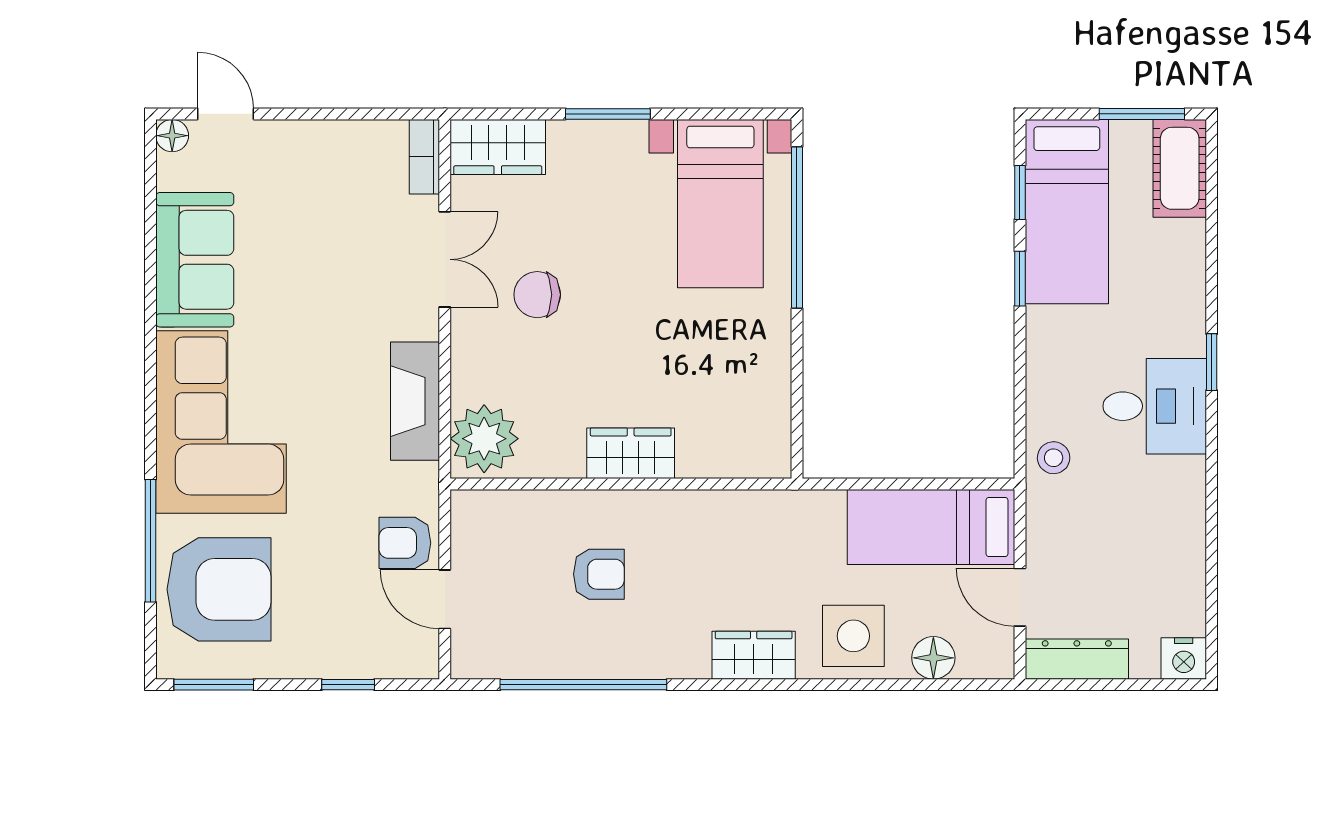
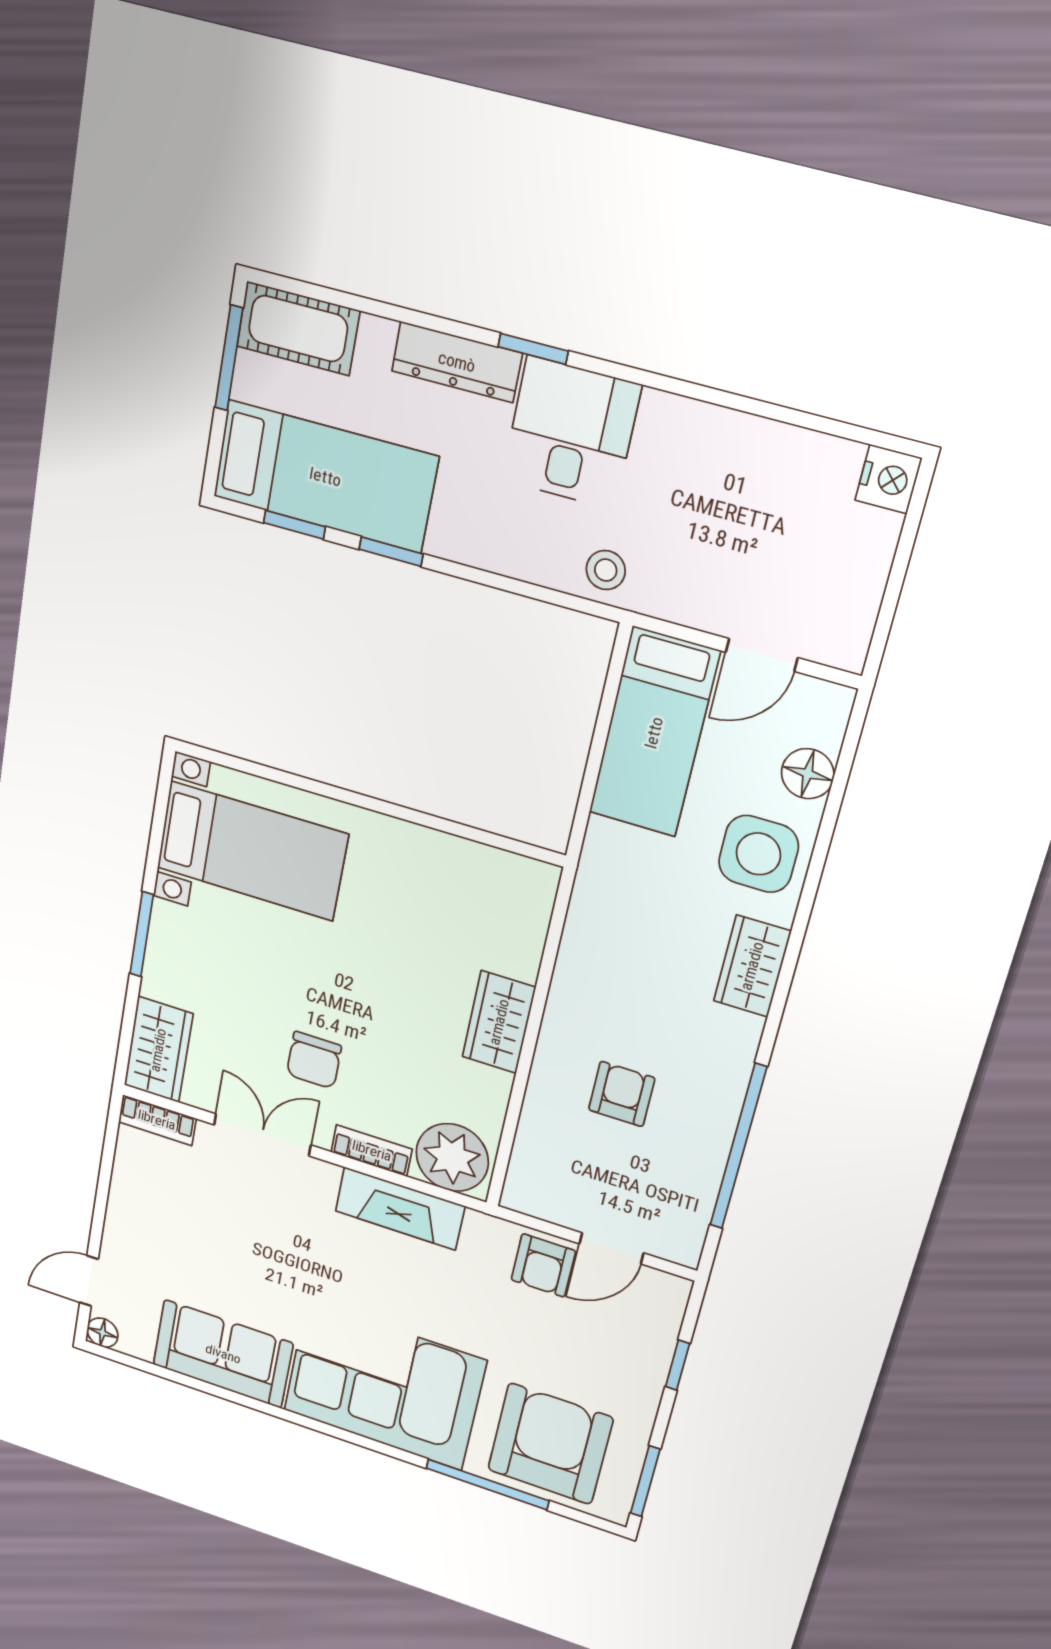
window: (797, 228) -> (291, 780), removed
bookcase: (465, 364) -> (372, 1151), added
dresser: (1077, 659) -> (457, 362), moved, turned -90

